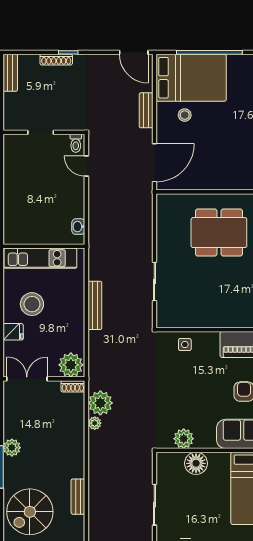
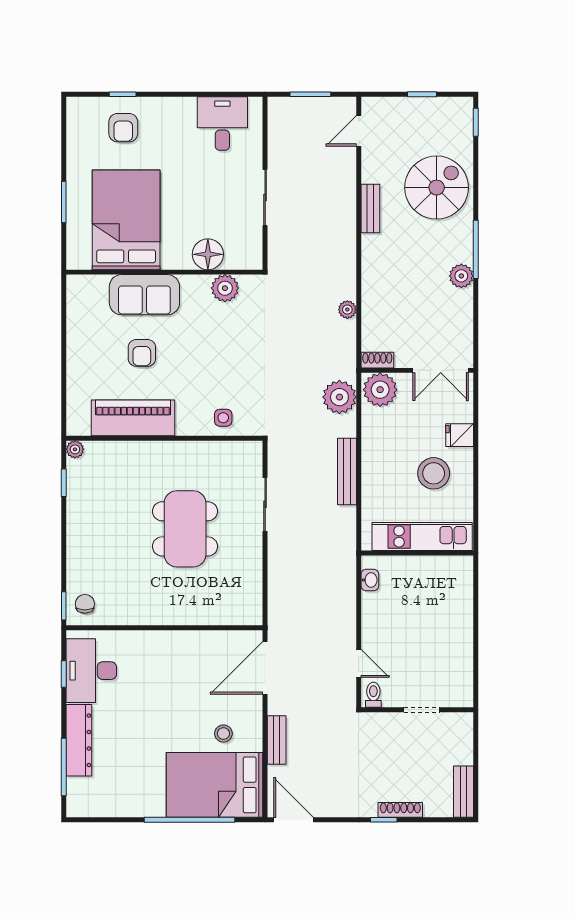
dining table: (219, 233) -> (185, 529), moved, turned 90
plant: (100, 403) -> (339, 397), moved

